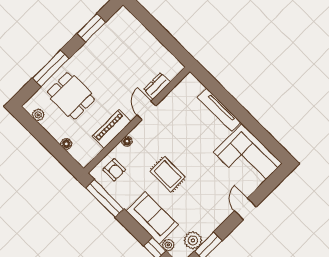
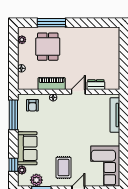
window: (91, 28) -> (92, 23), removed
tv unit: (219, 110) -> (115, 115), moved
rug: (168, 174) -> (64, 168), moved

